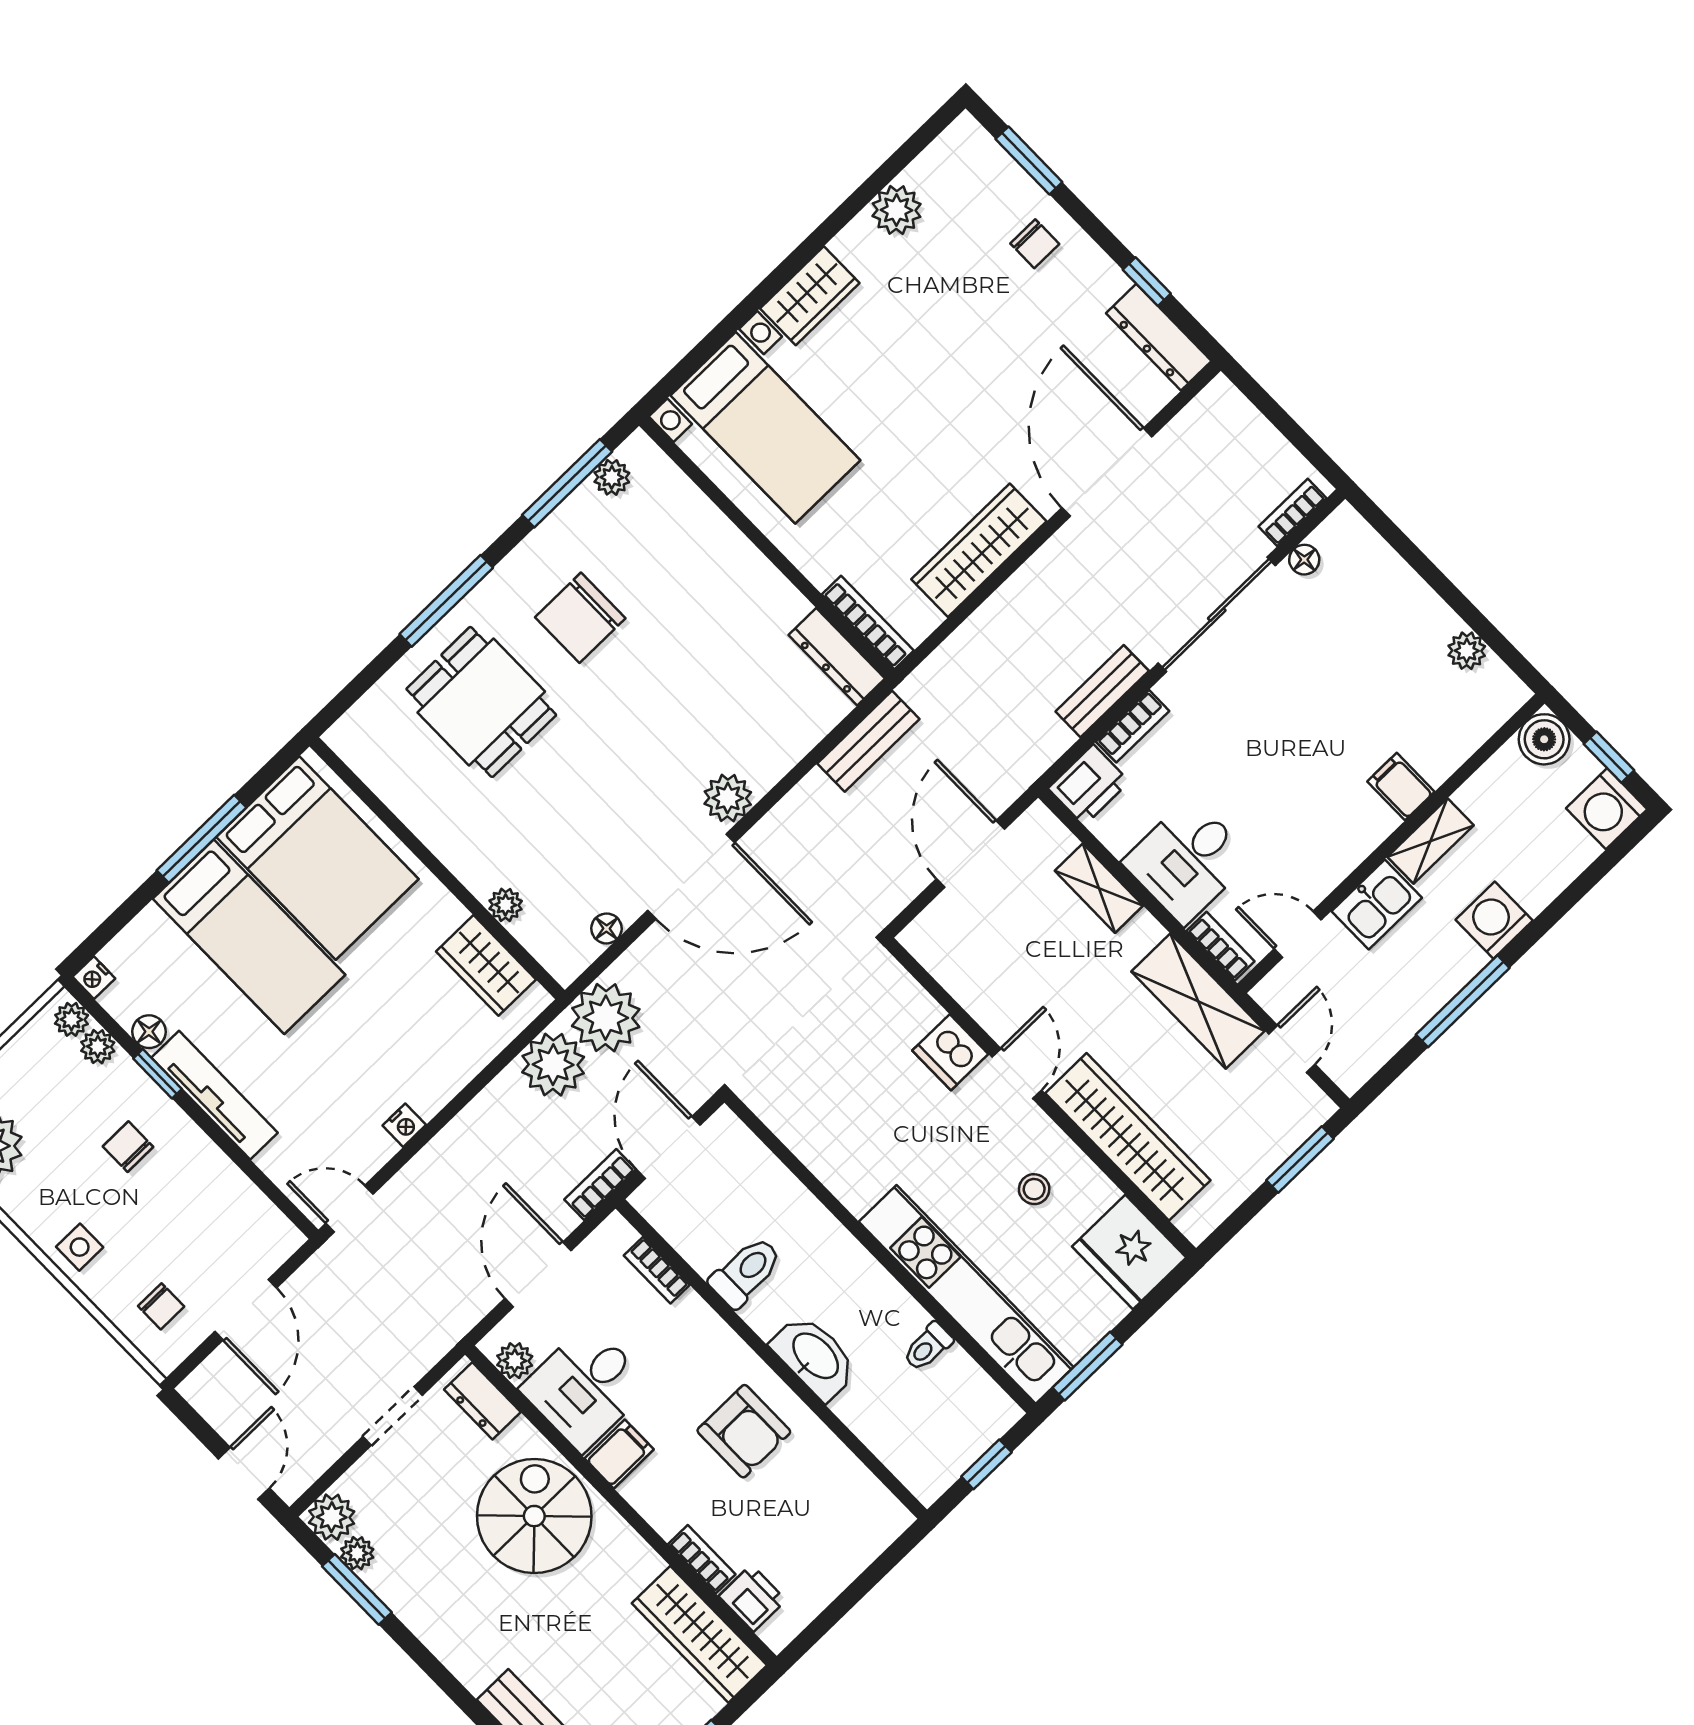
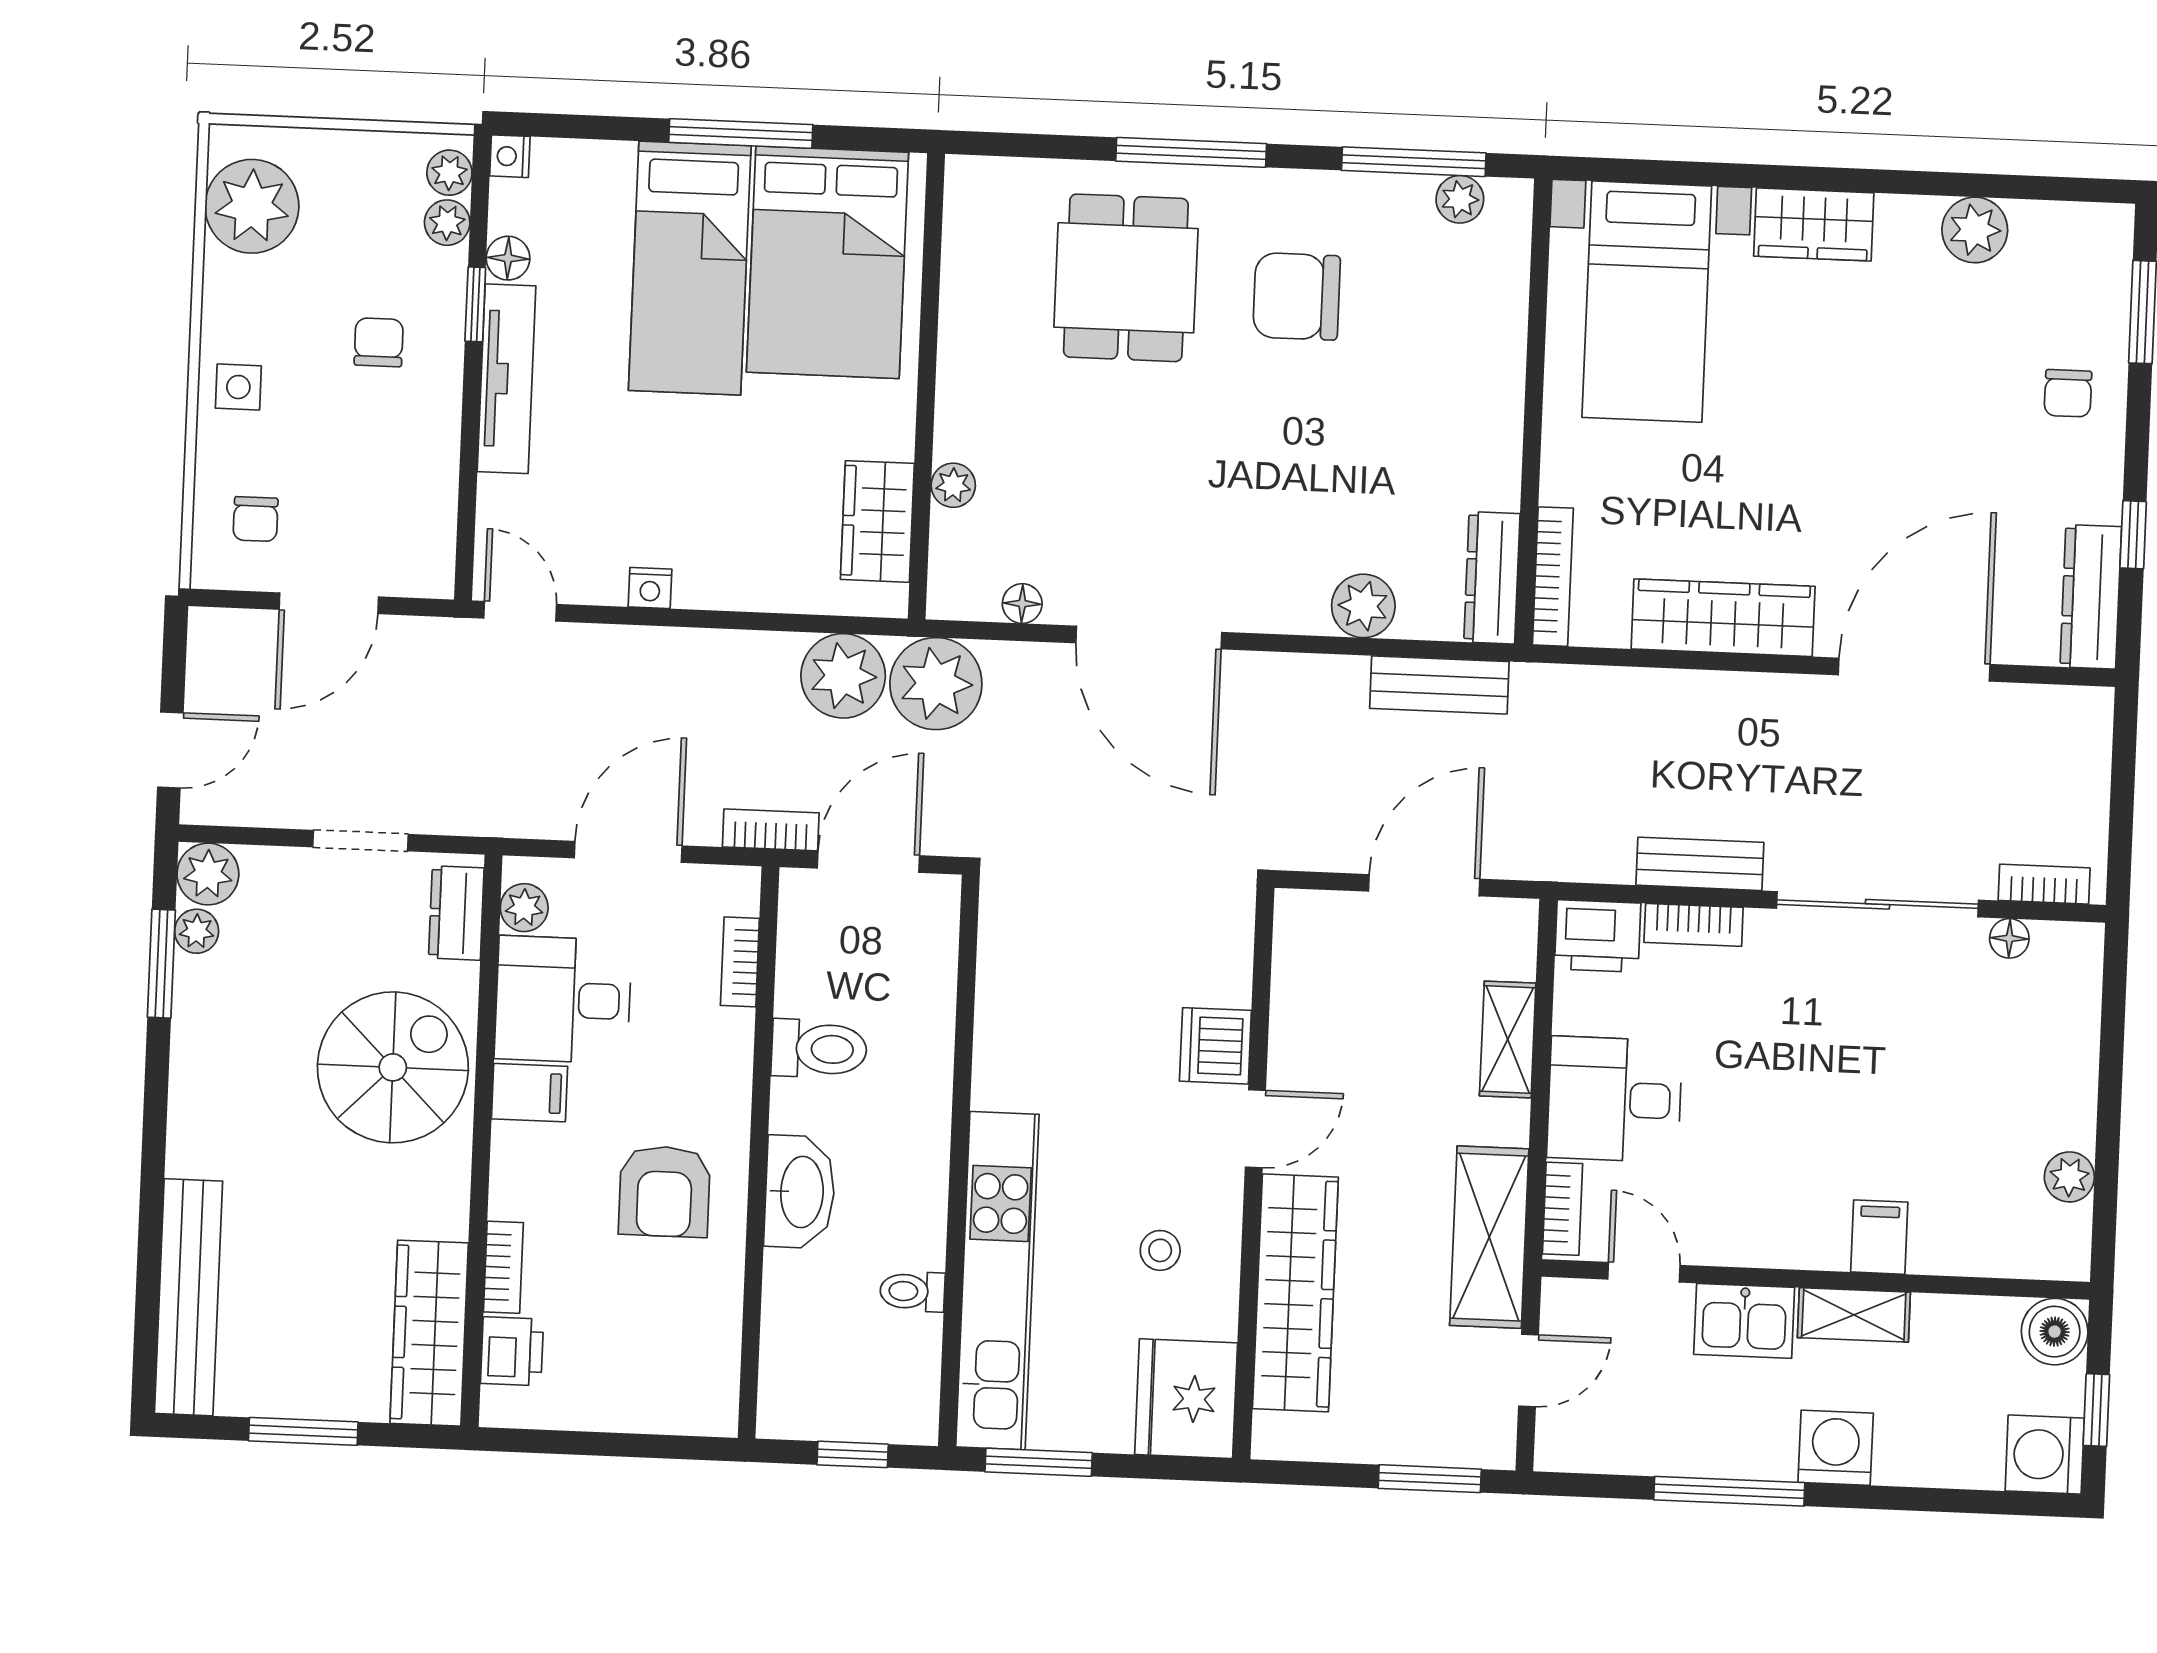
plant: (728, 798) -> (1363, 606), moved

